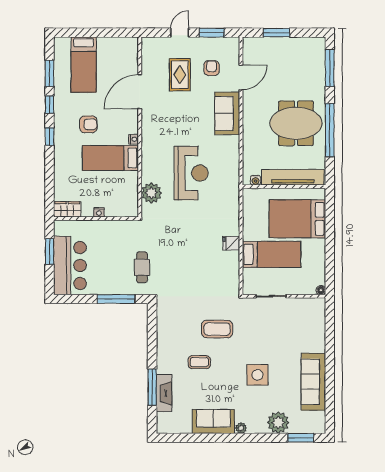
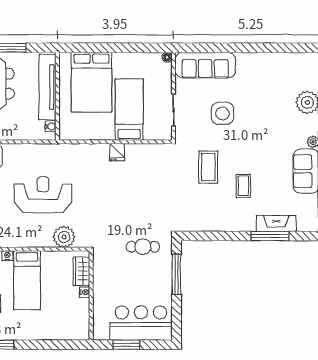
wardrobe: (67, 209) -> (81, 271), moved
side table: (257, 375) -> (223, 113), moved
sofa: (313, 382) -> (205, 65), moved

